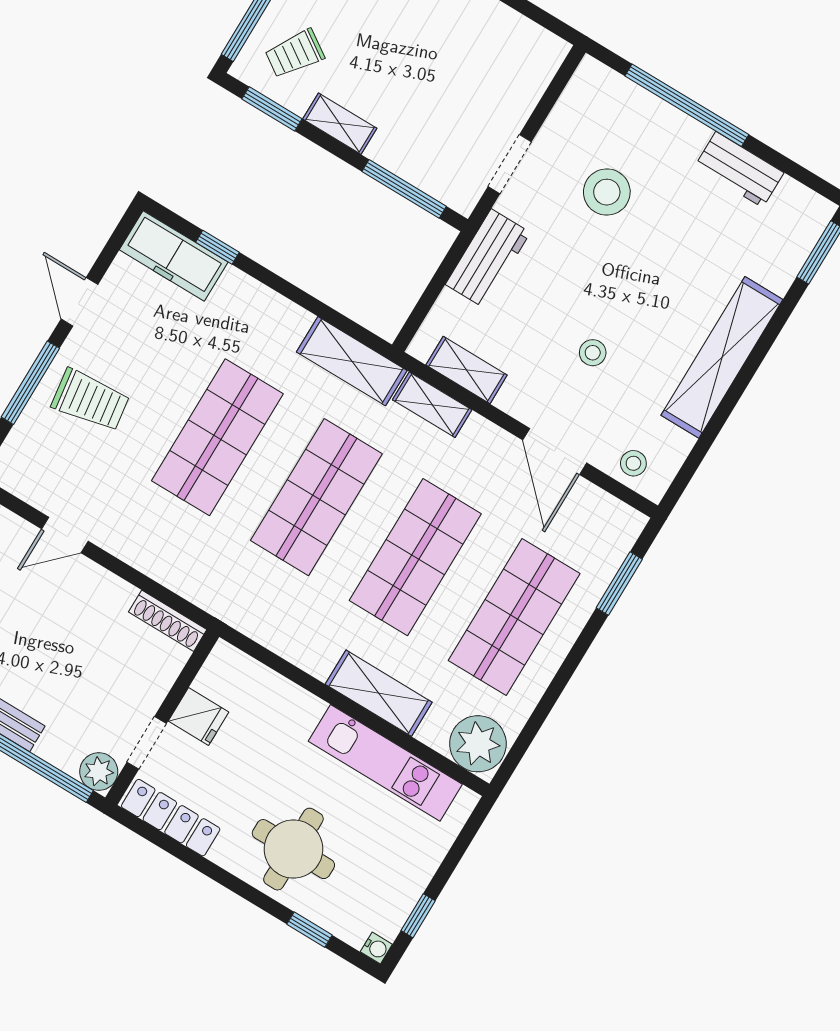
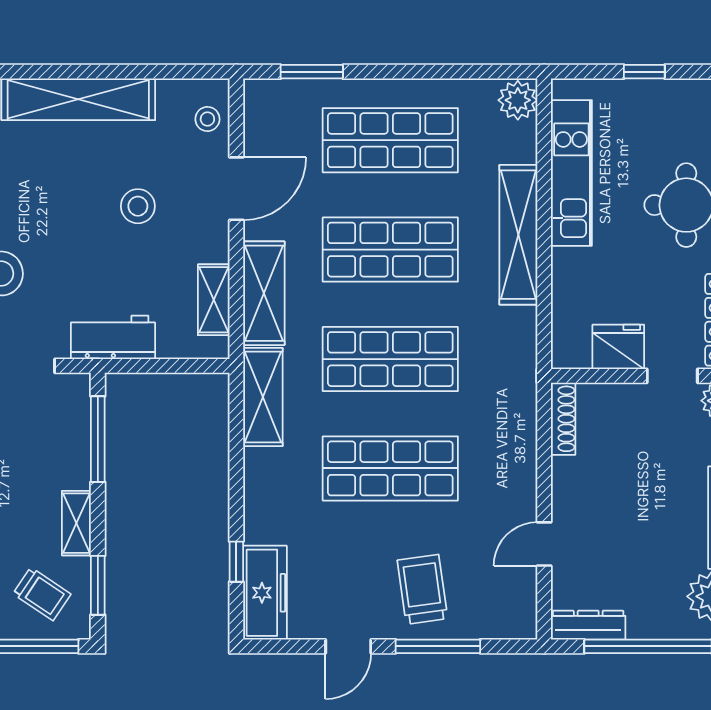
stool: (593, 353) -> (138, 206), width x1.37, depth x1.37
shelving: (432, 405) -> (264, 293), width x1.50, depth x1.33
door: (65, 535) -> (544, 544), swing flipped
shelving: (379, 693) -> (518, 235), width x1.47
fridge: (199, 716) -> (618, 347), width x1.38
plant: (478, 744) -> (518, 100), width x0.73, depth x0.73
window: (418, 916) -> (644, 72), moved

